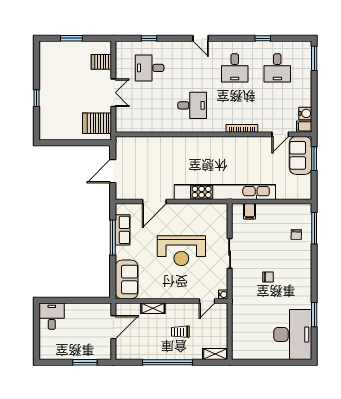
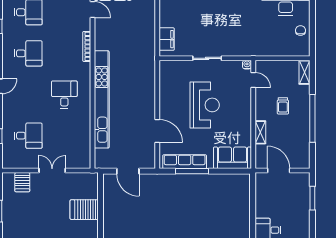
desk: (150, 68) -> (28, 136), turned -90
server rack: (97, 123) -> (84, 210), moved, turned 90
kitchen unit: (225, 192) -> (102, 99), moved, turned 180
filing cabinet: (250, 211) -> (167, 39), width x2.00
row of seats: (123, 230) -> (185, 162), width x1.48
chair: (268, 277) -> (300, 30), moved

